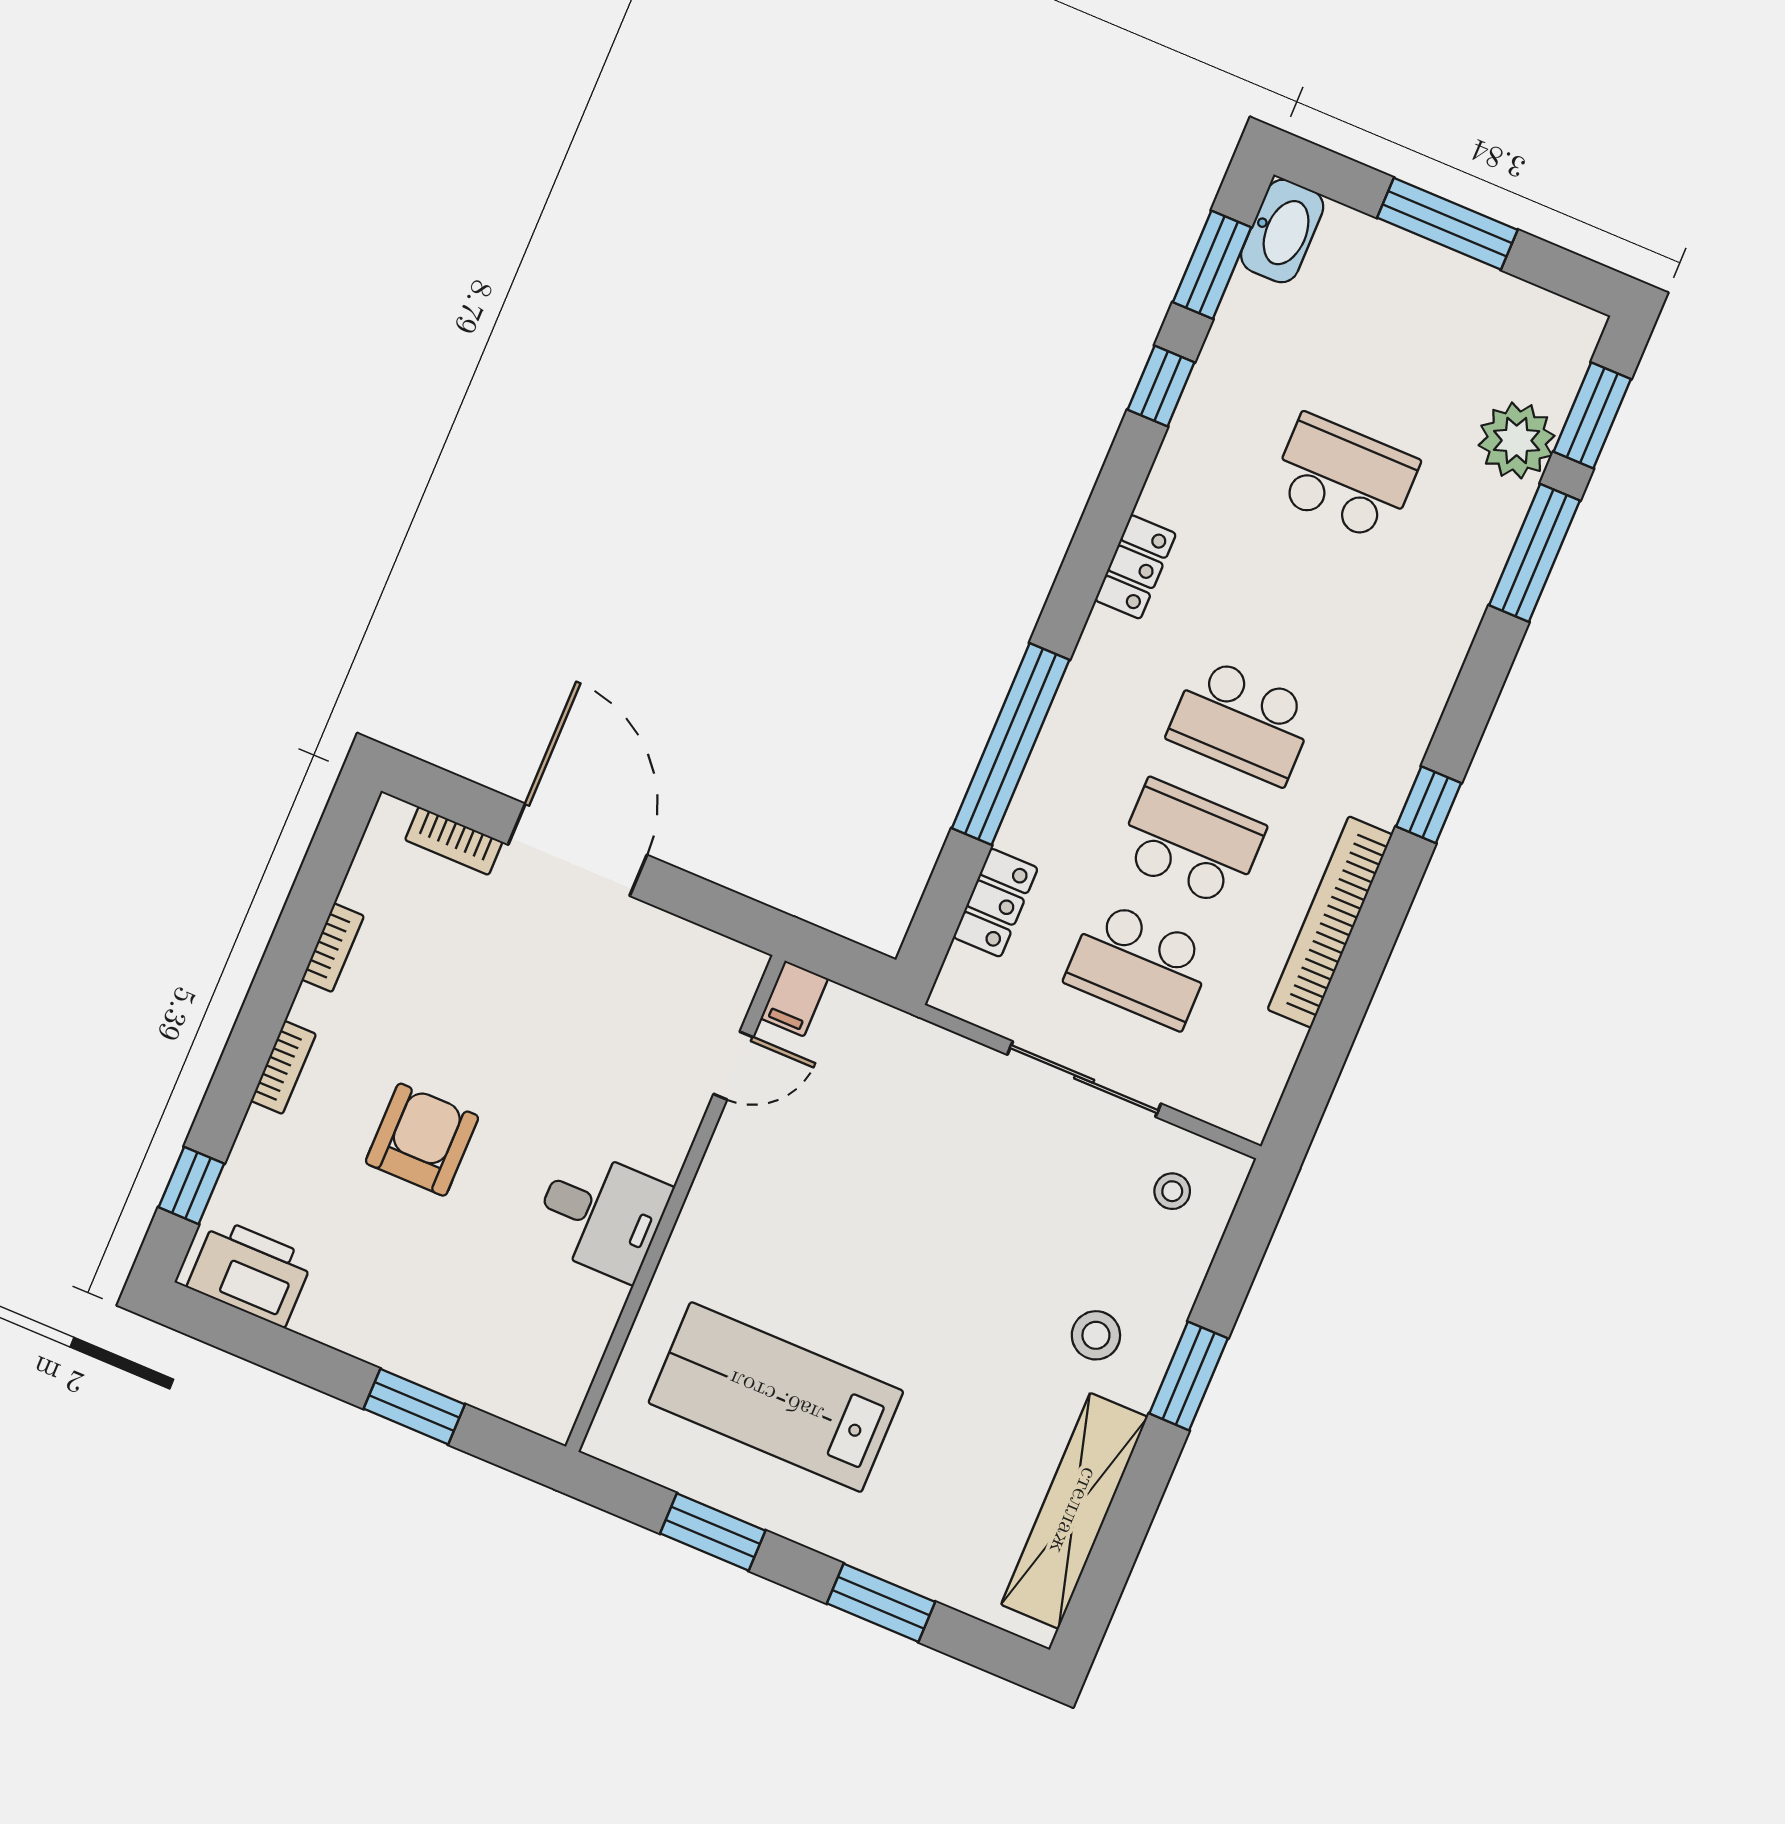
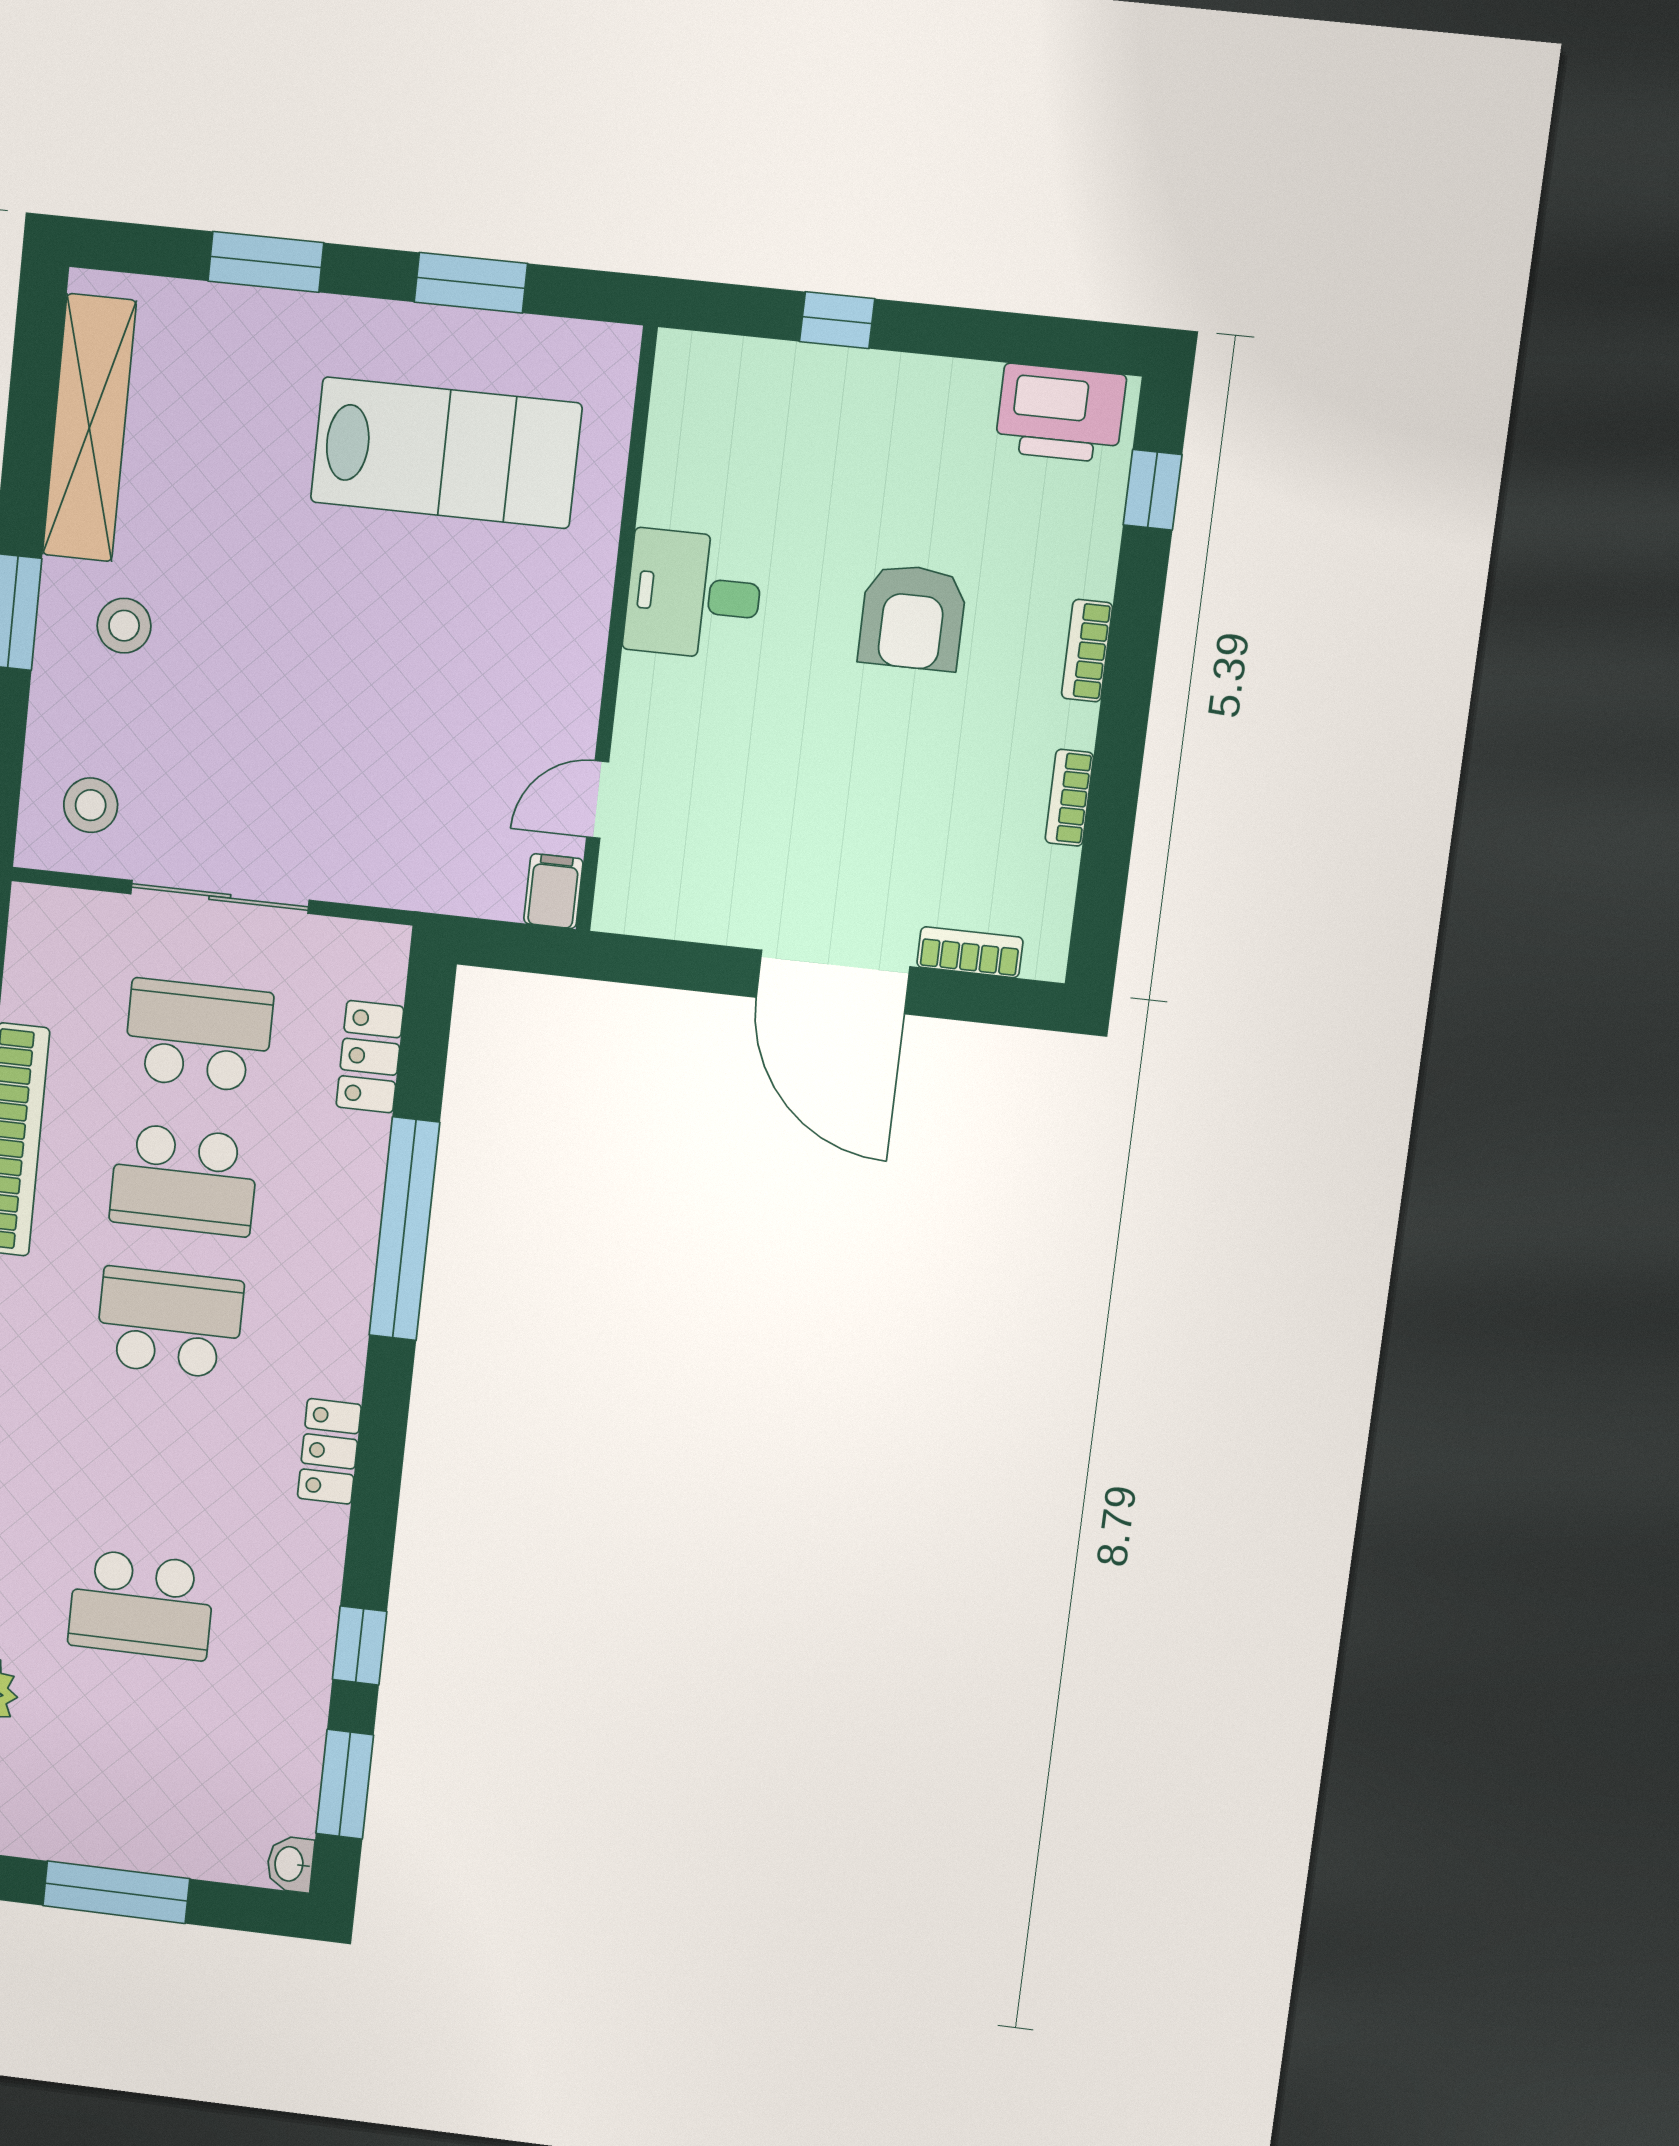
washbasin: (1282, 231) -> (290, 1864), width x0.52, depth x0.69
stool: (1172, 1191) -> (91, 805), width x1.37, depth x1.37
window: (414, 1407) -> (837, 320), width x0.67

